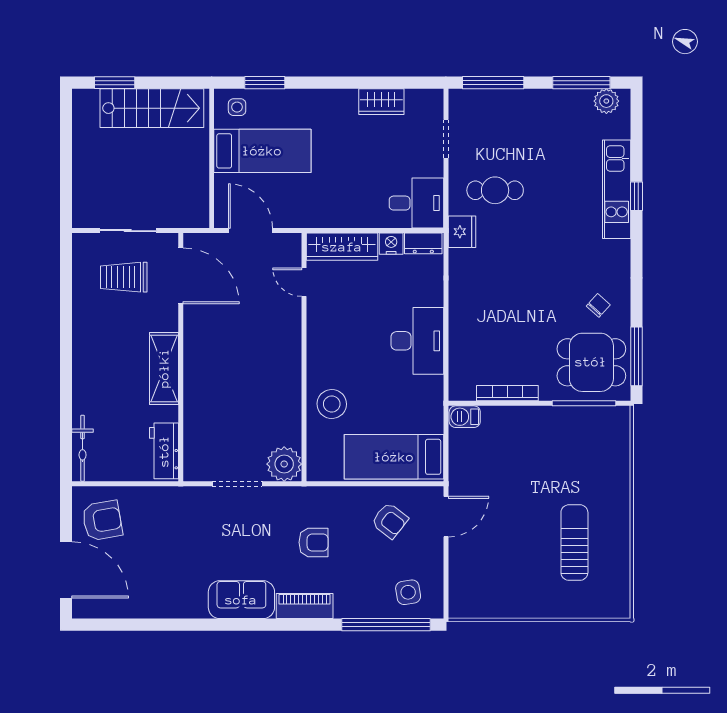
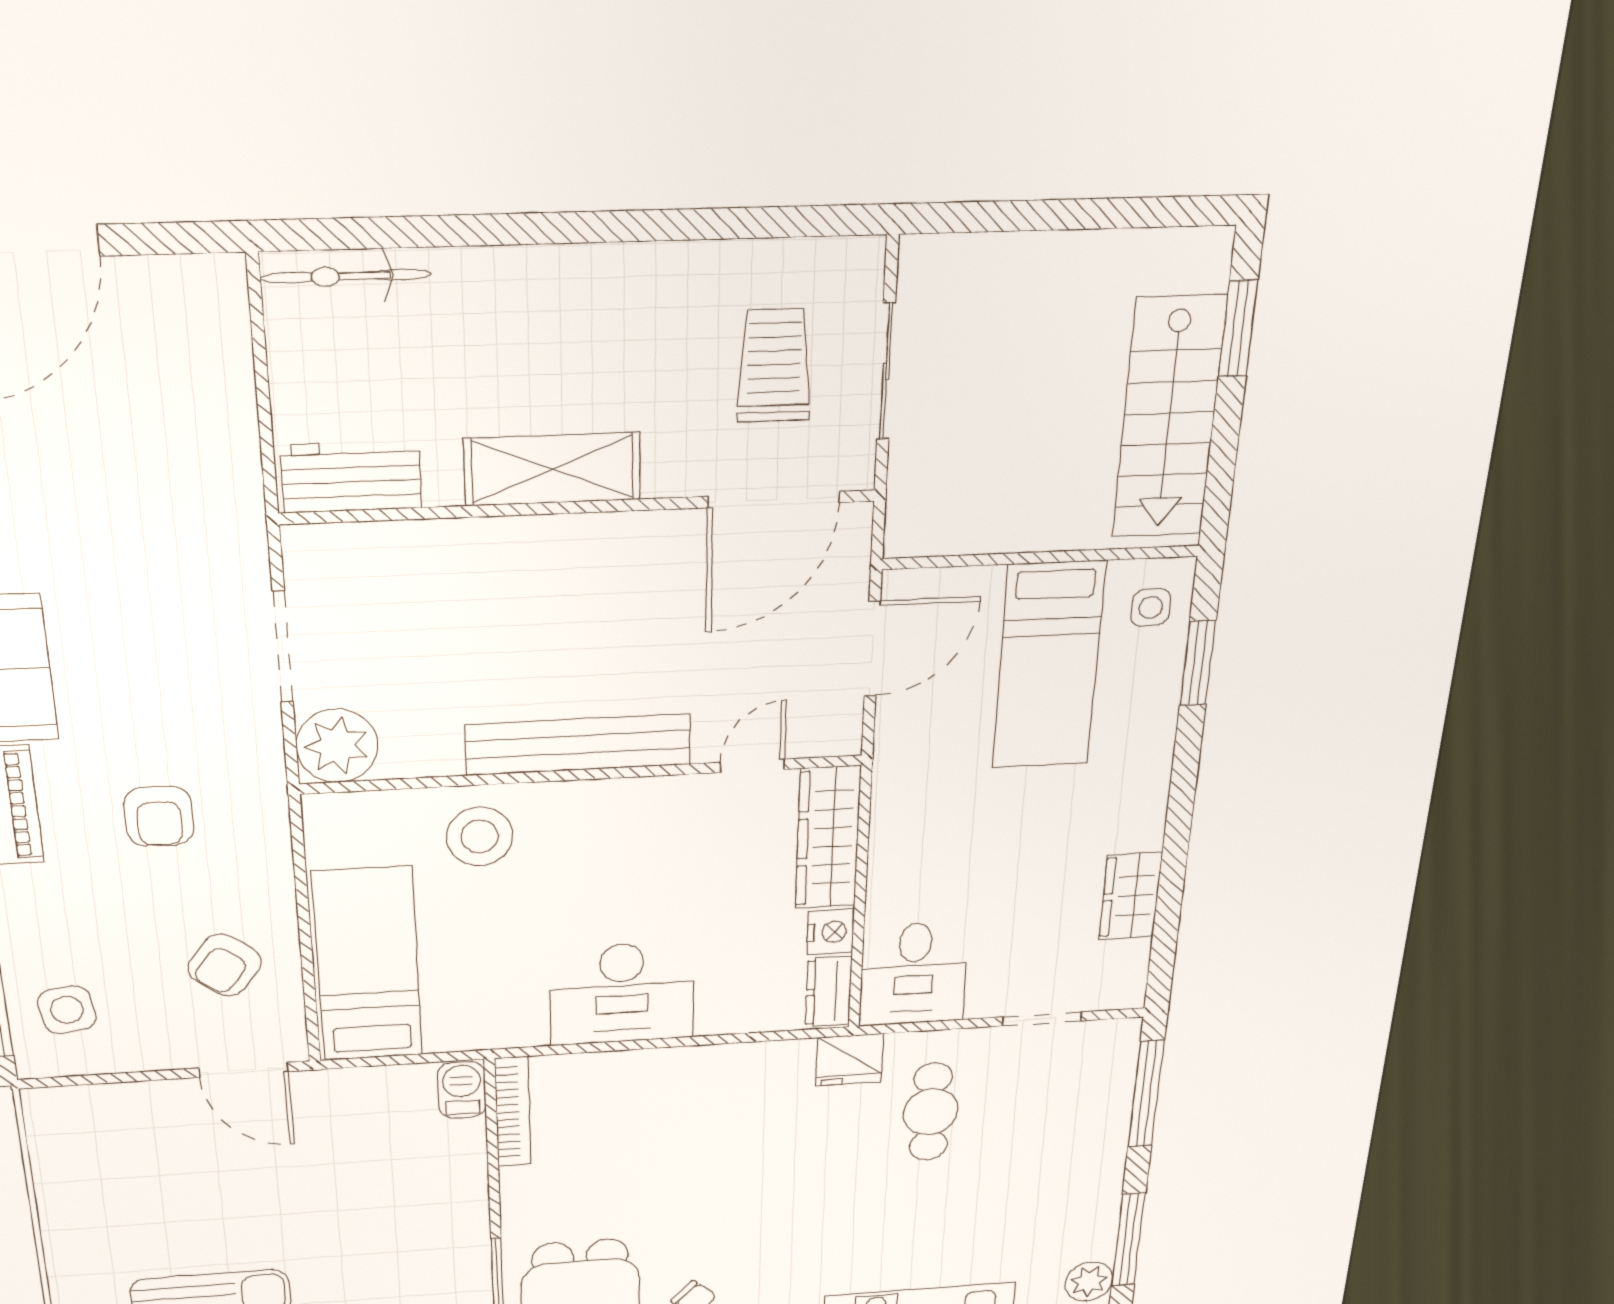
bench: (289, 360) -> (578, 745), added
bookcase: (507, 393) -> (513, 1112), moved
armchair: (102, 520) -> (163, 332), removed

